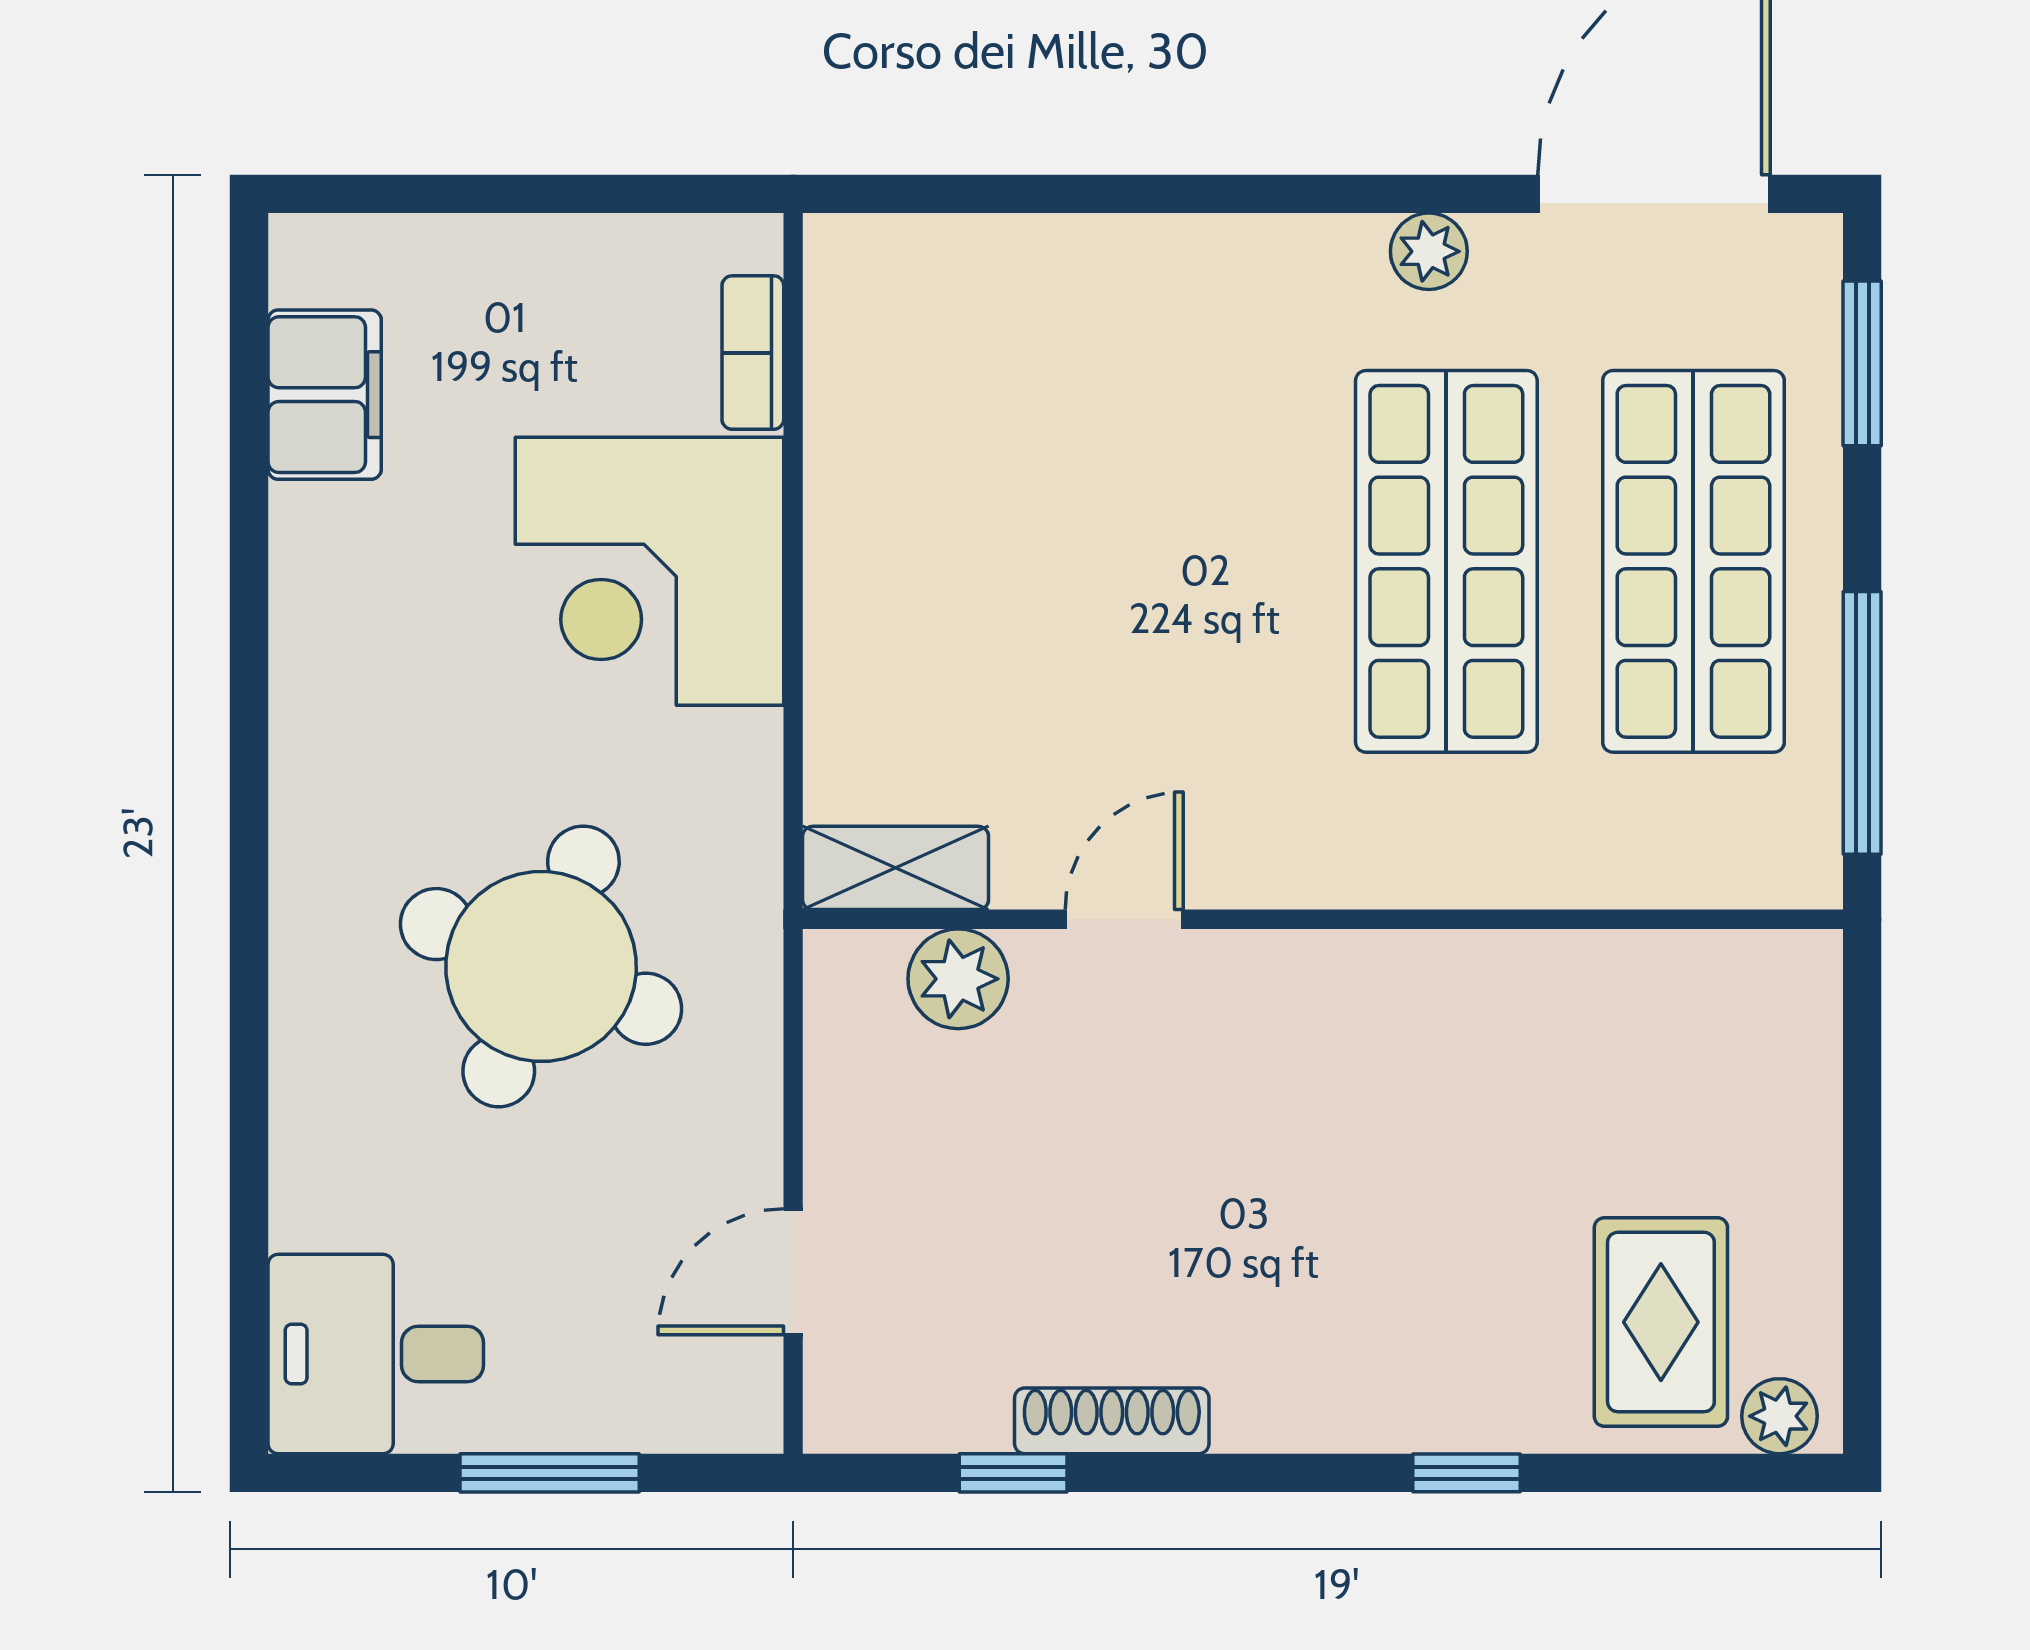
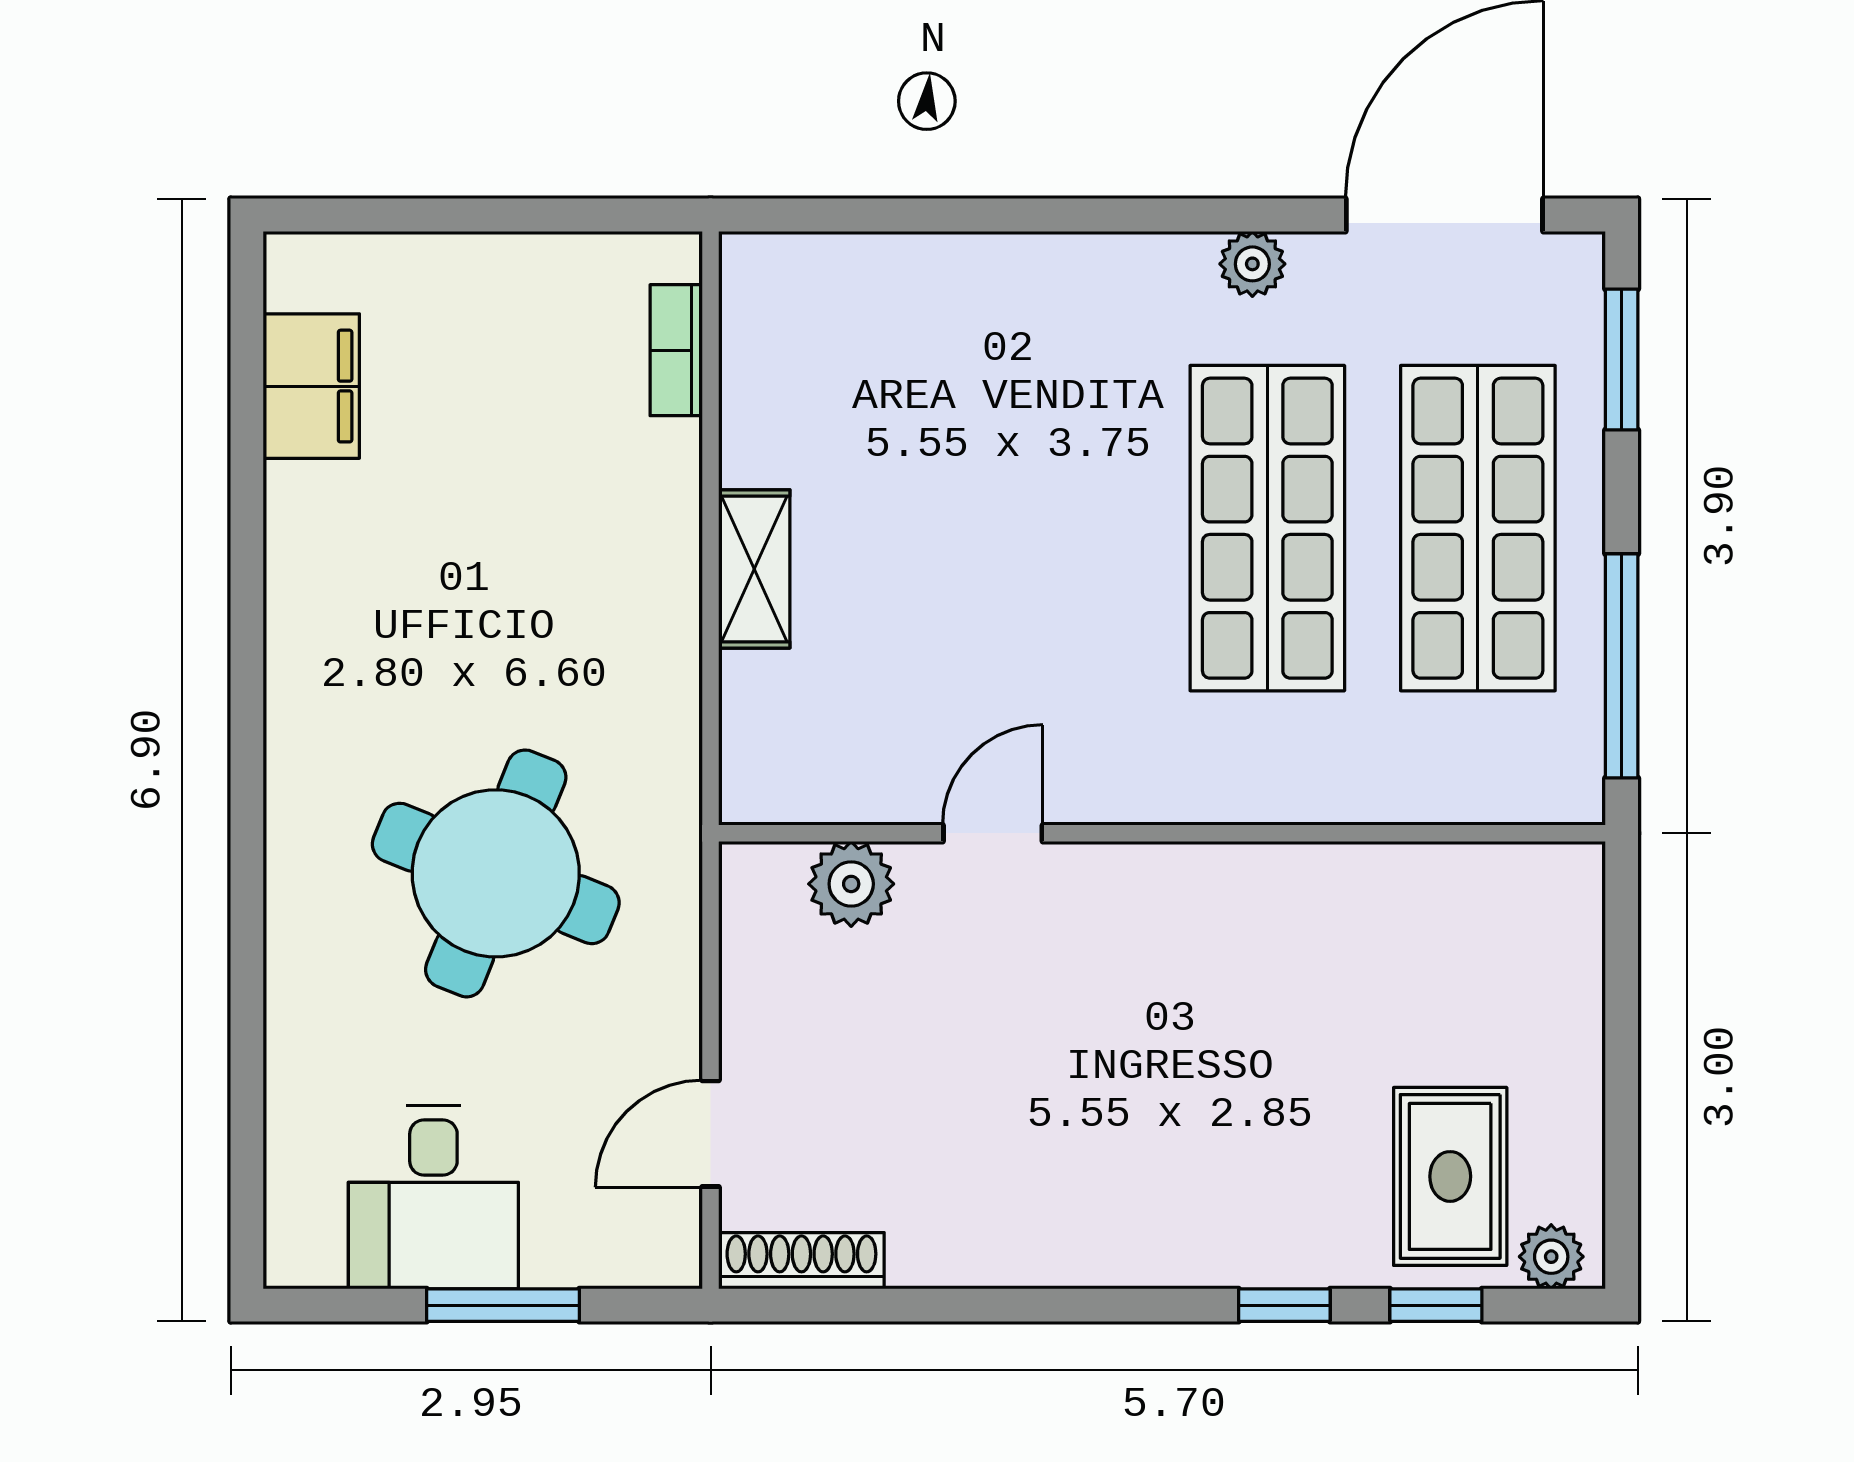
corner desk: (649, 571) -> (588, 537), removed
shelving: (896, 868) -> (754, 569), moved, turned 90
desk: (376, 1354) -> (433, 1197), moved, turned -90
shoe rack: (1112, 1421) -> (801, 1261), moved
window: (1013, 1473) -> (1436, 1305), moved

